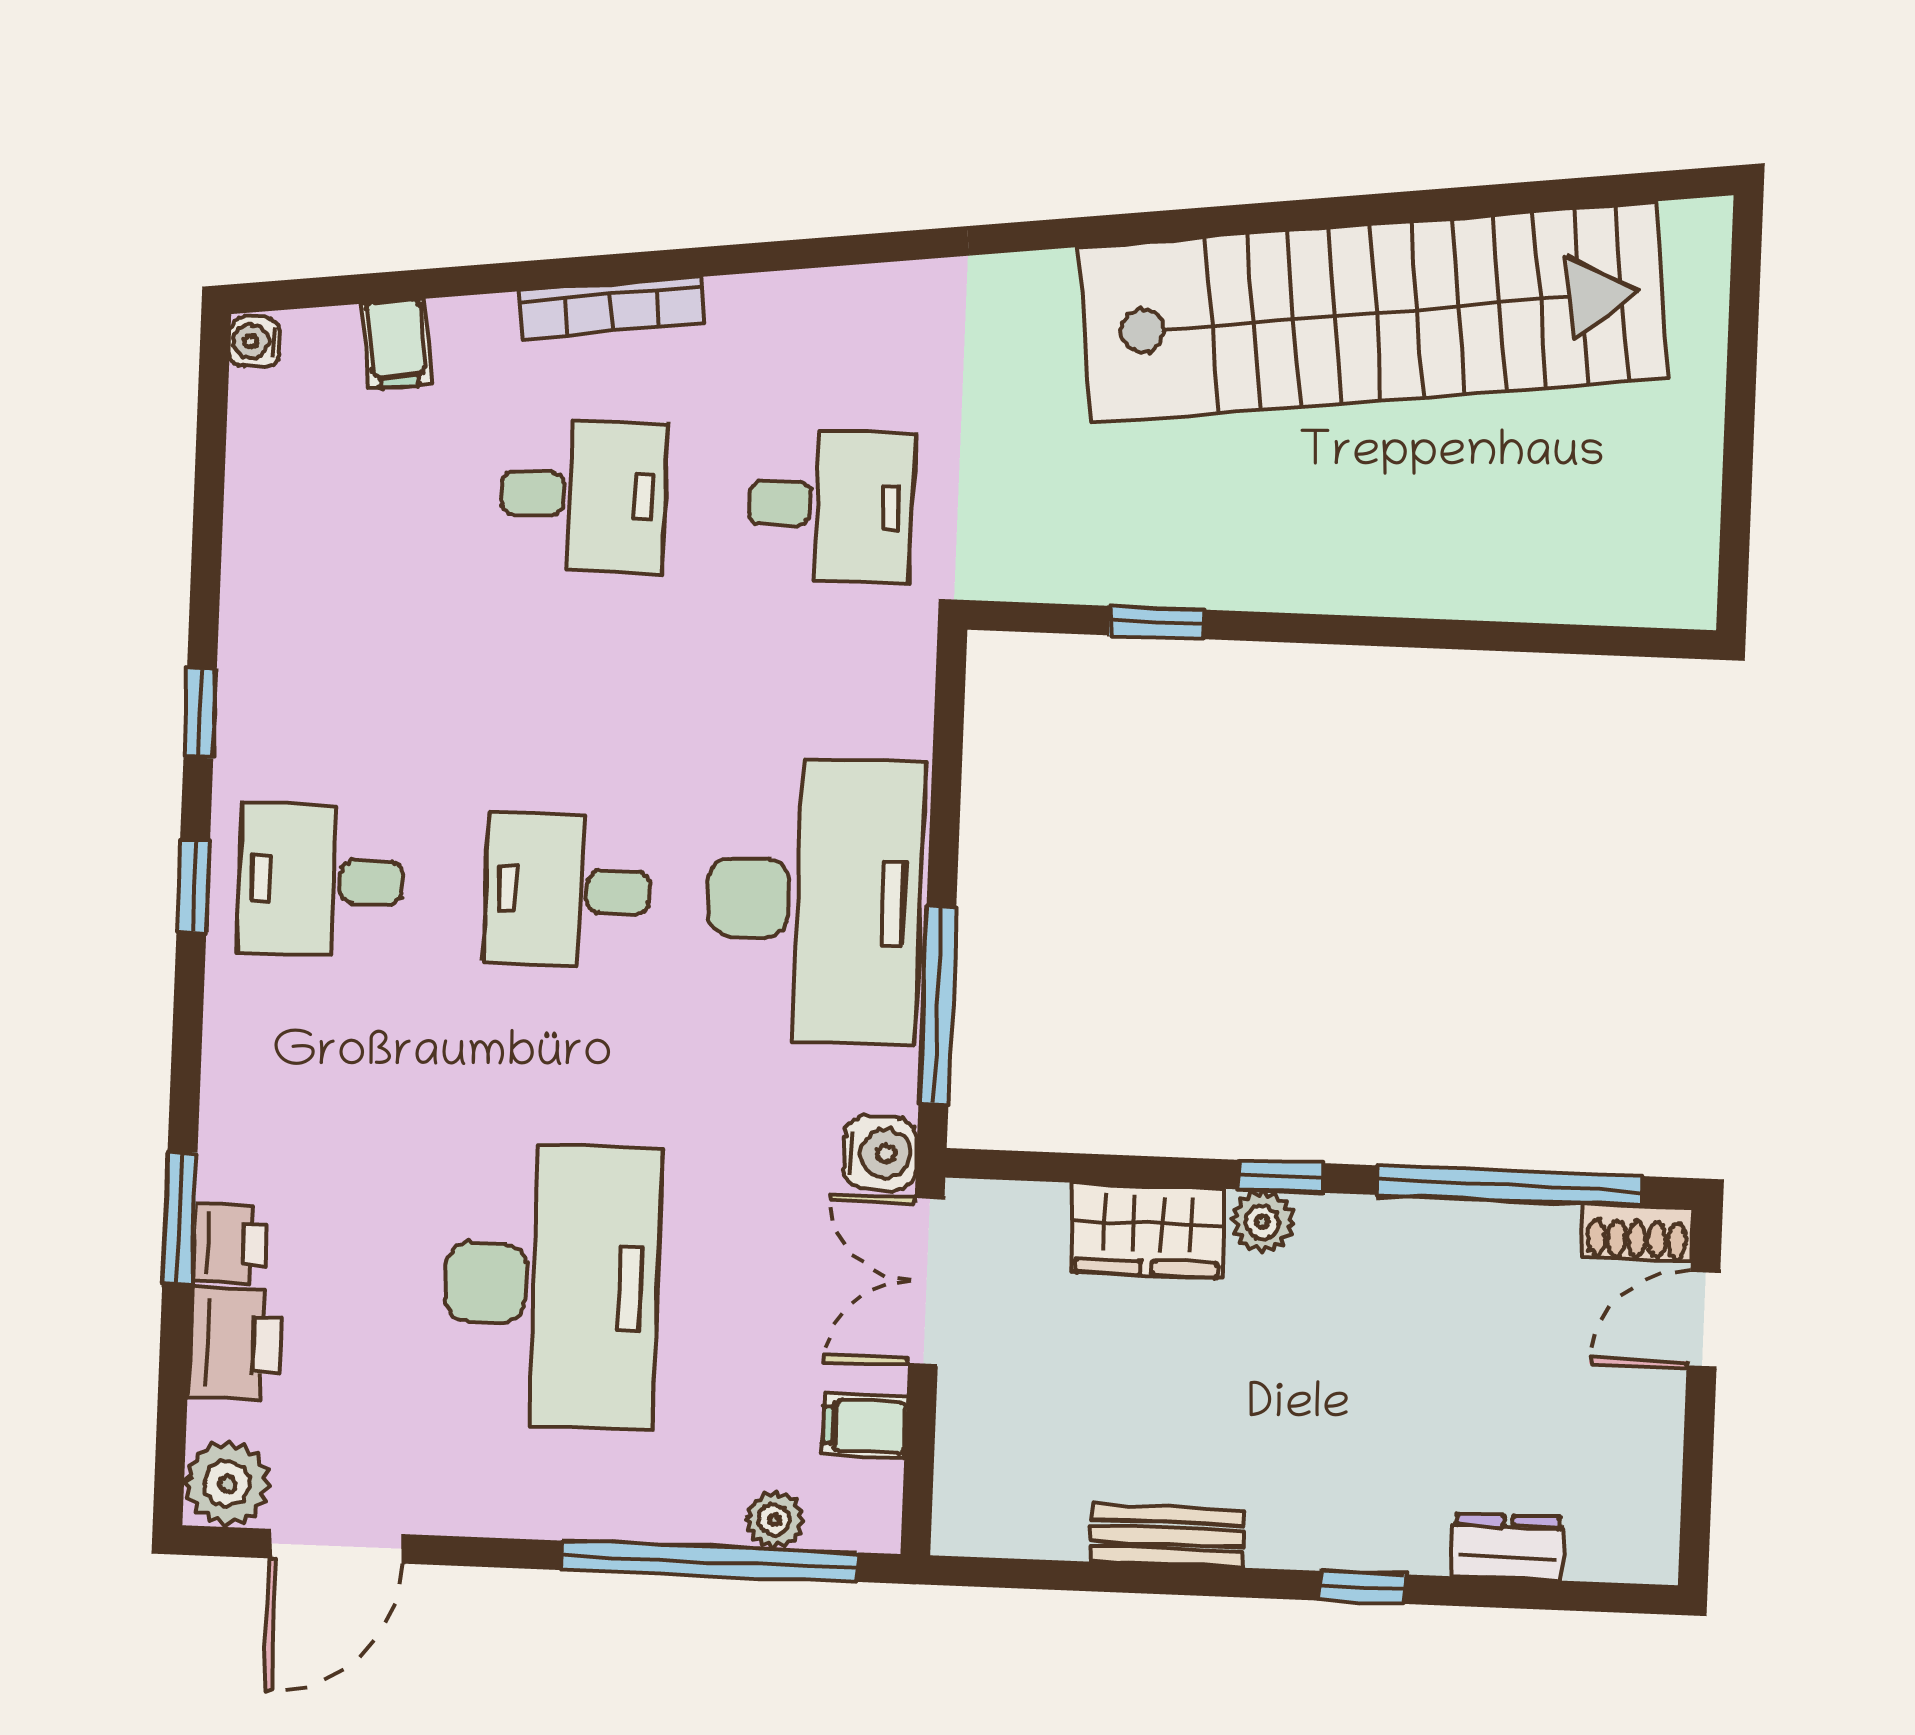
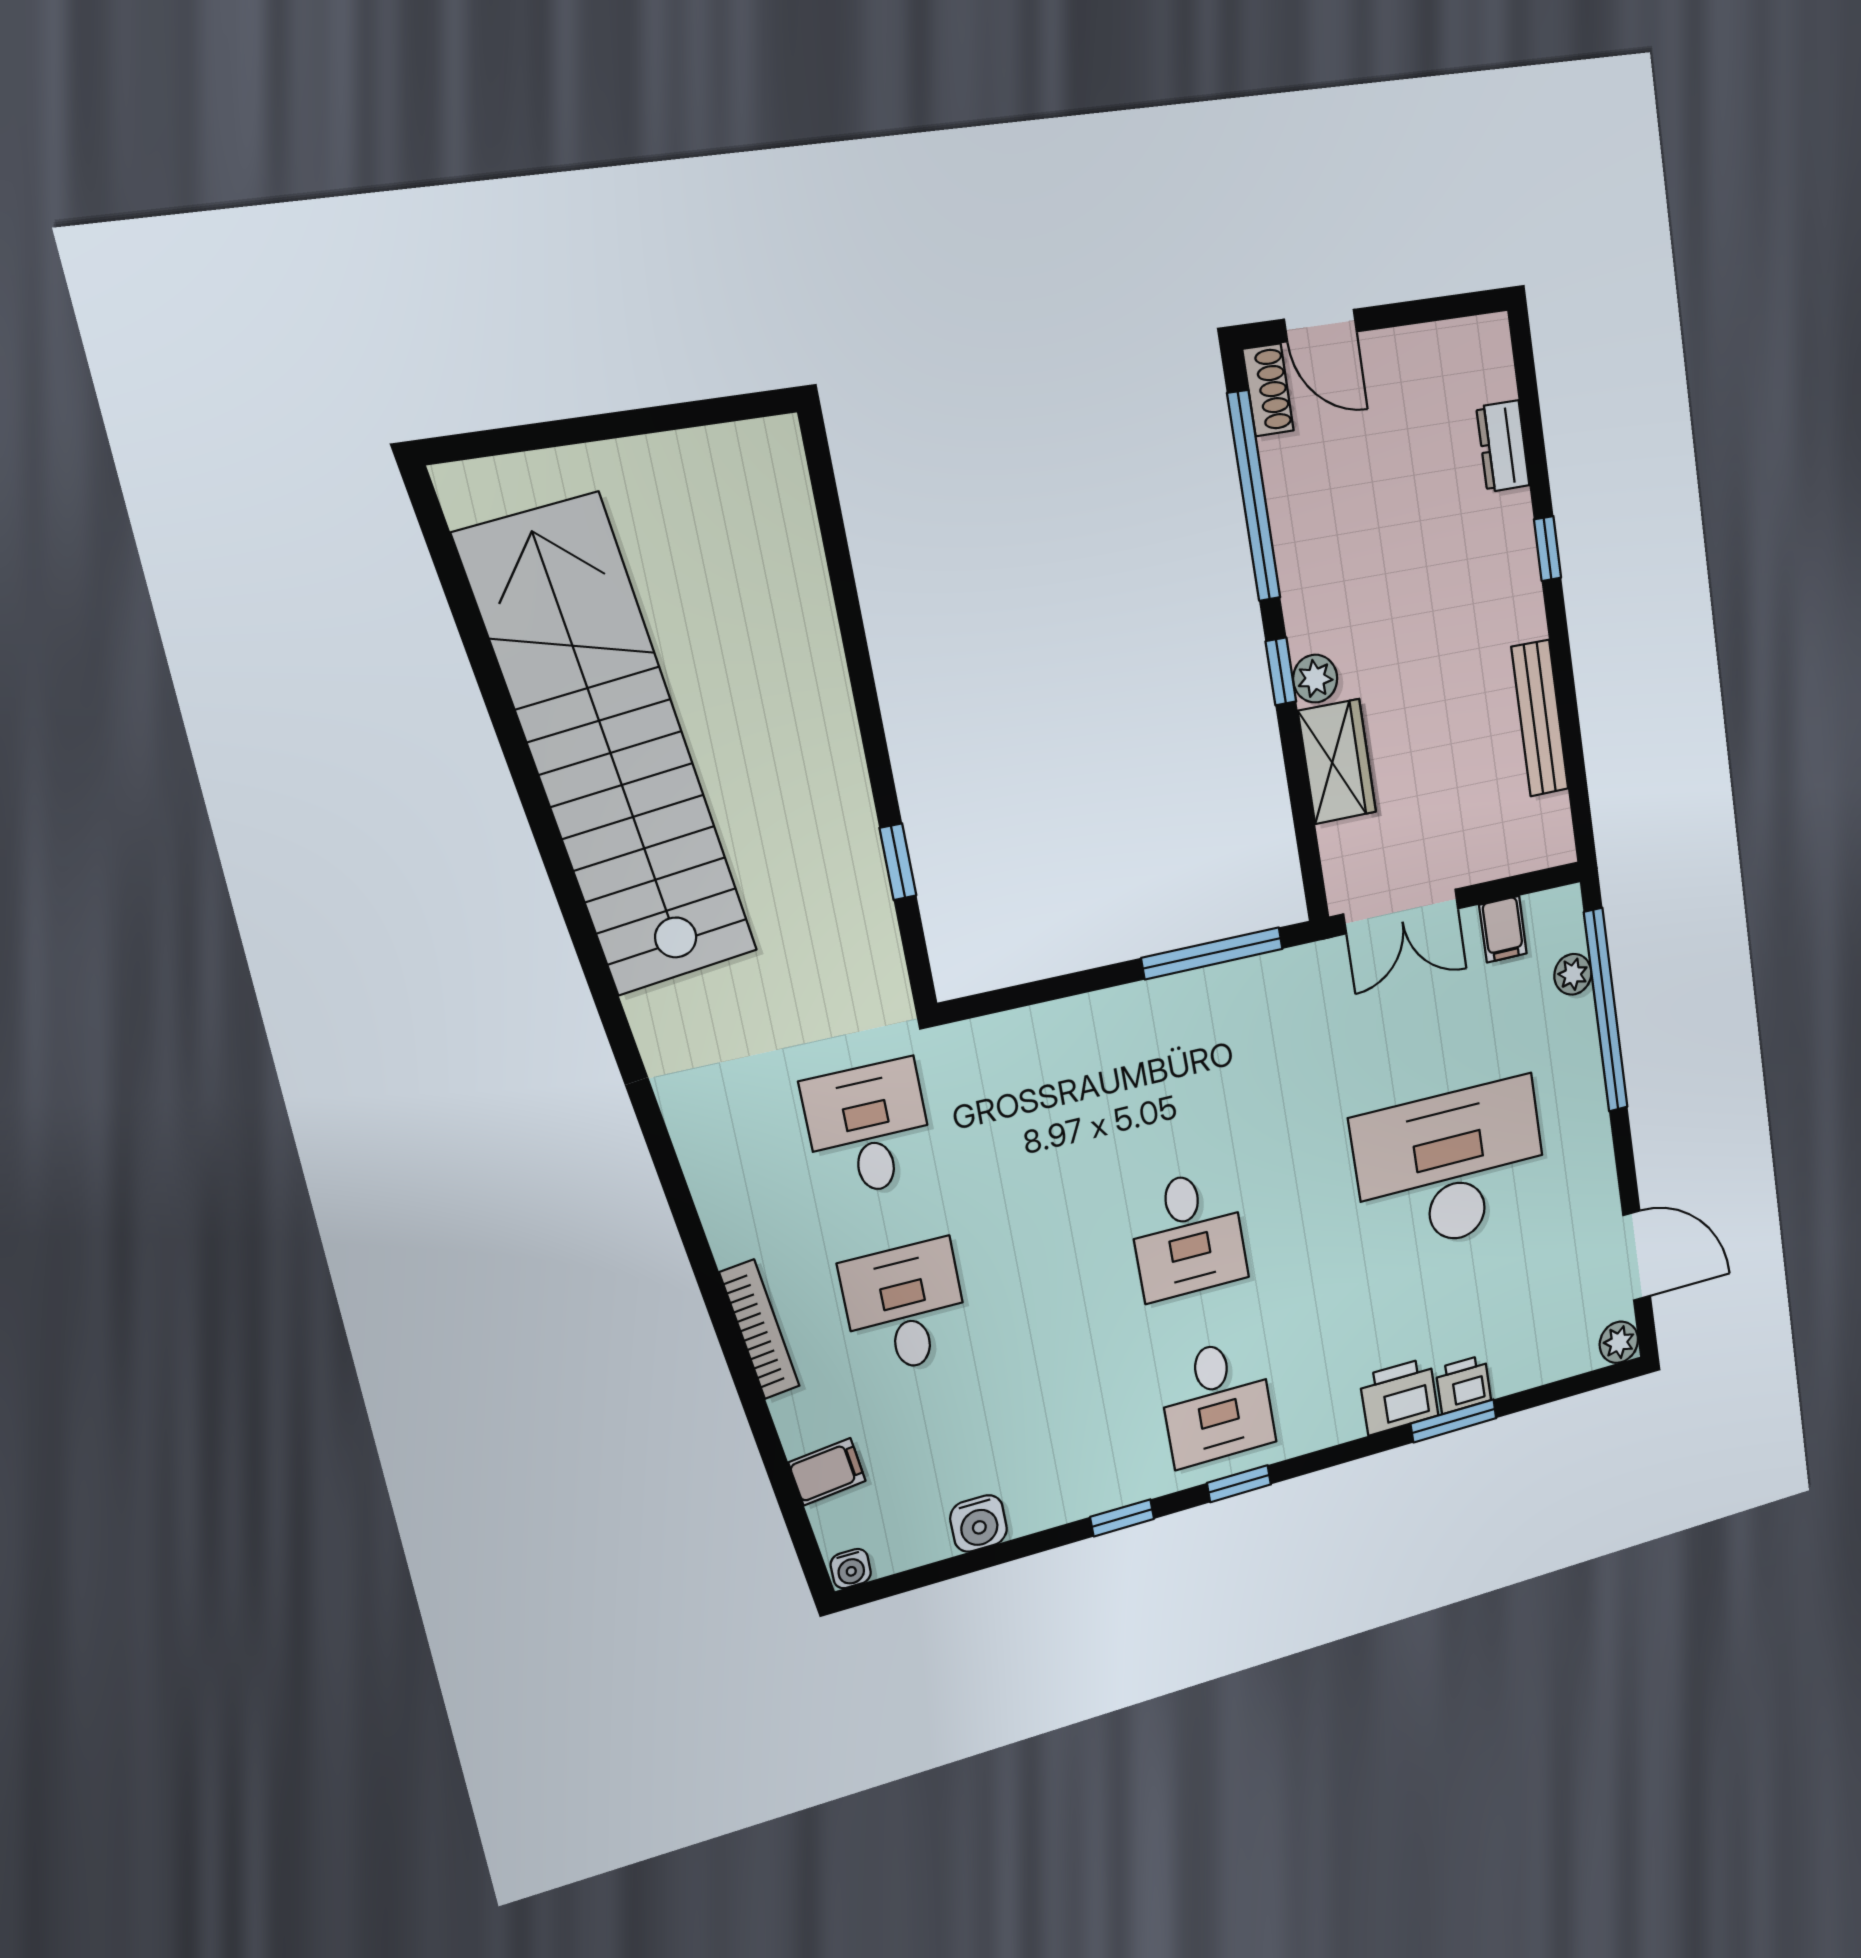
desk: (814, 900) -> (1158, 1061), removed
water cooler: (880, 1153) -> (979, 1523), moved, turned 180
printer: (235, 1344) -> (1399, 1396), moved
plant: (227, 1484) -> (1619, 1342), width x0.73, depth x0.73
bench: (1167, 1536) -> (1540, 718), width x1.36

